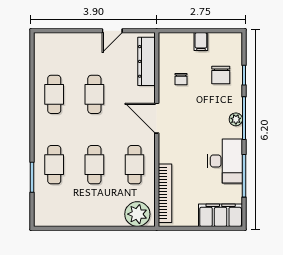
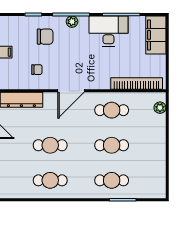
chair: (221, 75) -> (45, 37), moved
plant: (137, 214) -> (160, 108), width x0.53, depth x0.53

